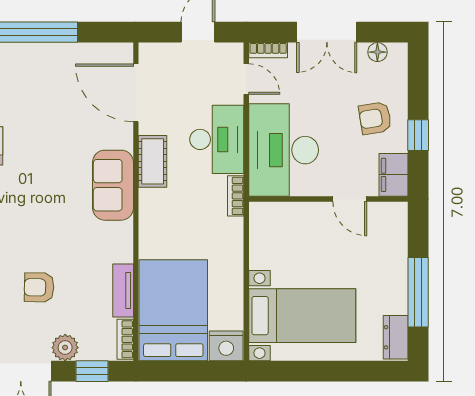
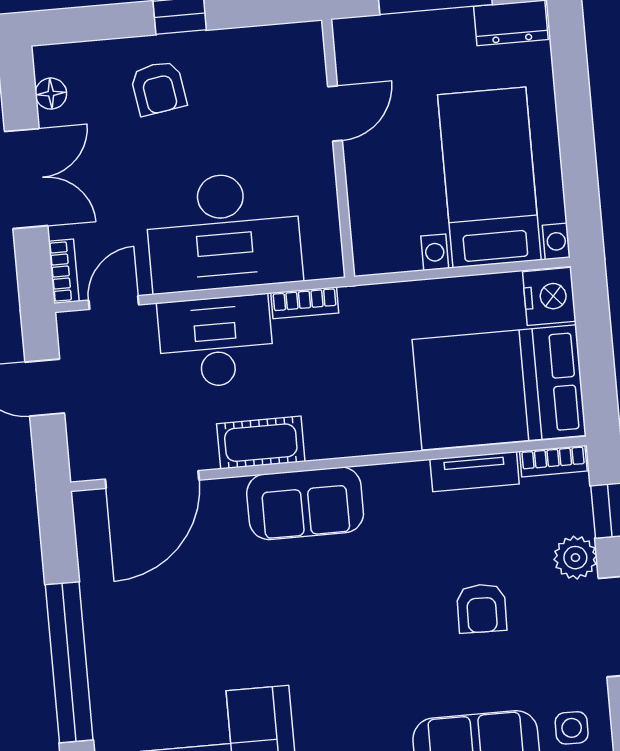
filing cabinet: (394, 175) -> (248, 50), removed
wall: (328, 199) -> (338, 148), moved
door: (350, 199) -> (335, 114), moved

